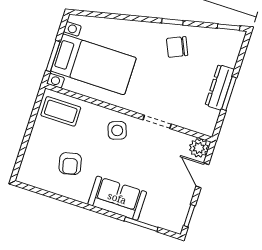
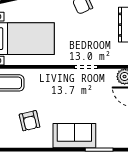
side table: (117, 130) -> (57, 83), removed

